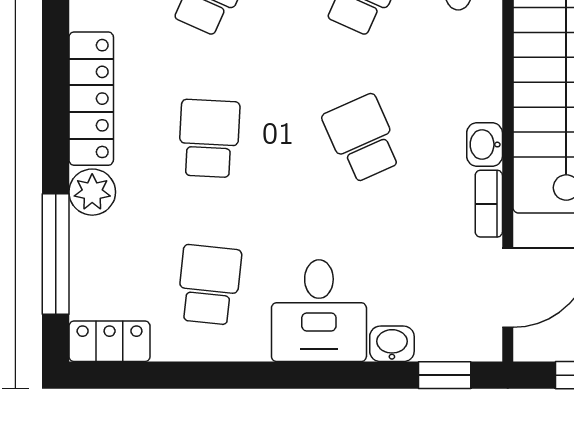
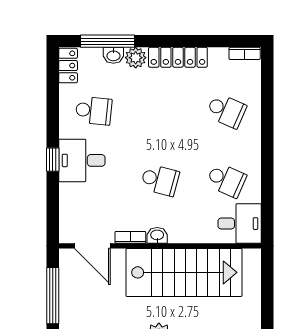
school desk: (209, 138) -> (160, 111), removed
school desk: (362, 138) -> (160, 180), turned 39
washbasin: (392, 344) -> (113, 55), moved, turned 90
window: (445, 375) -> (53, 160), moved

